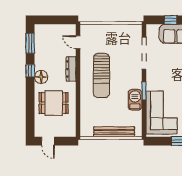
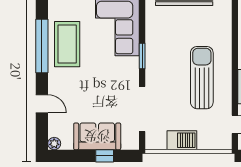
barbecue: (135, 100) -> (182, 140), moved, turned -90

